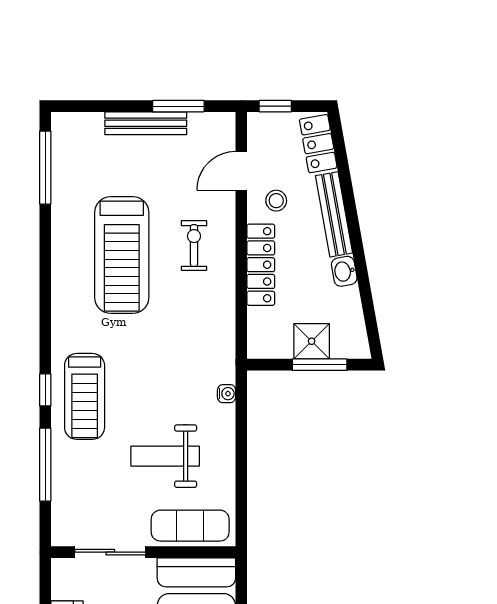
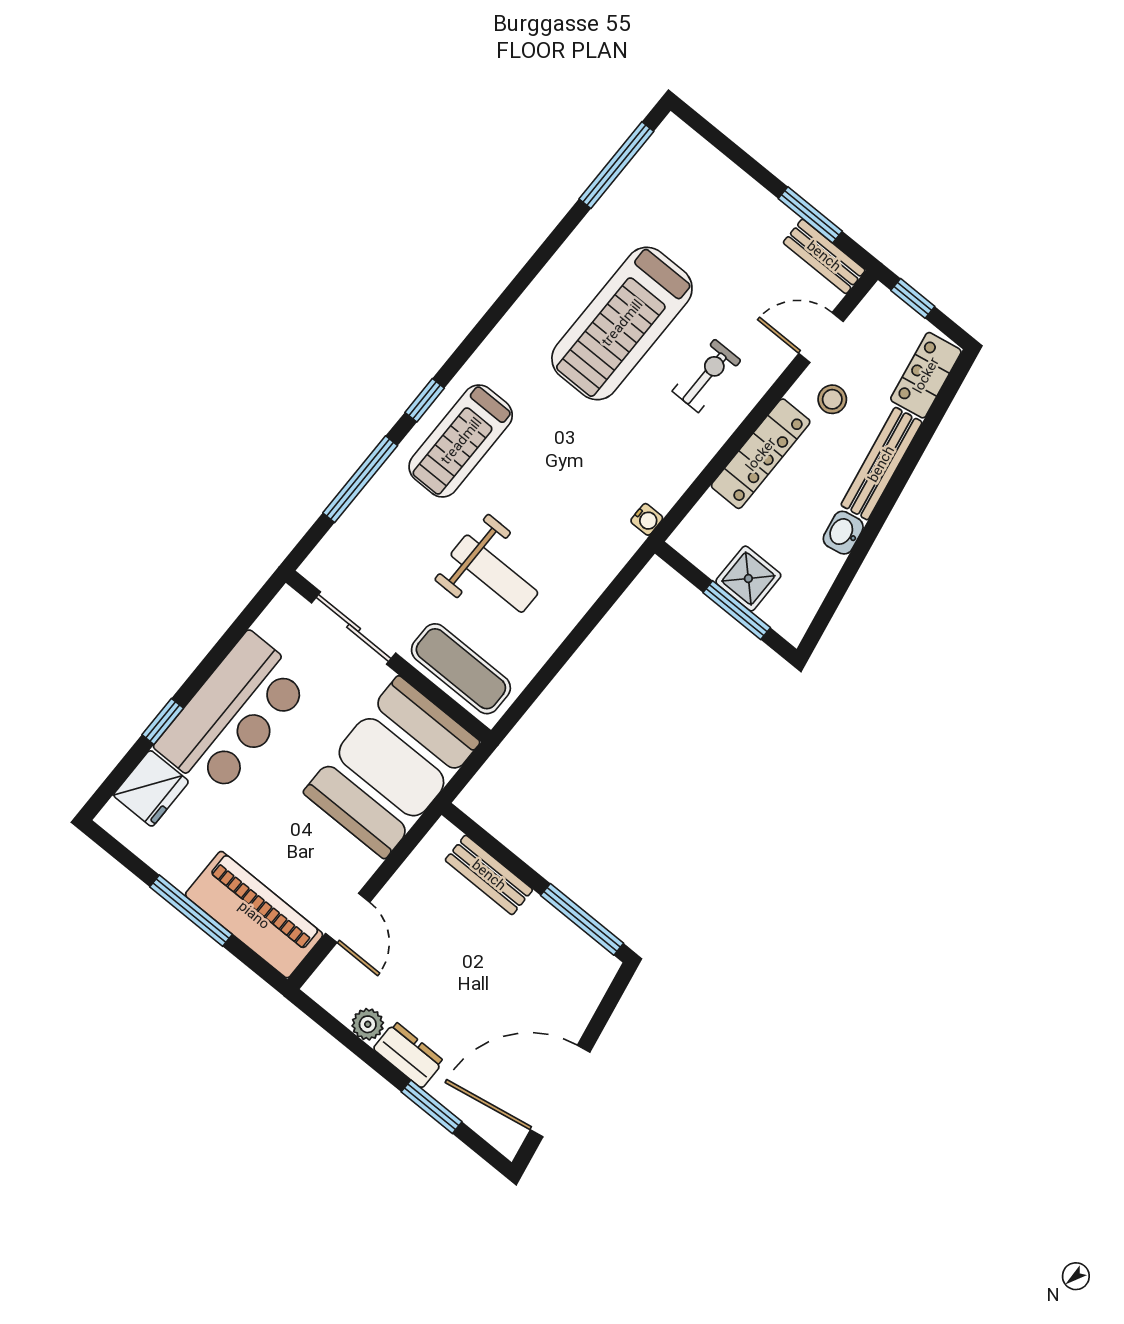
bench: (146, 123) -> (824, 256), moved, width x0.73
water cooler: (227, 394) -> (647, 519), moved
weight bench: (165, 456) -> (494, 574), turned 180

